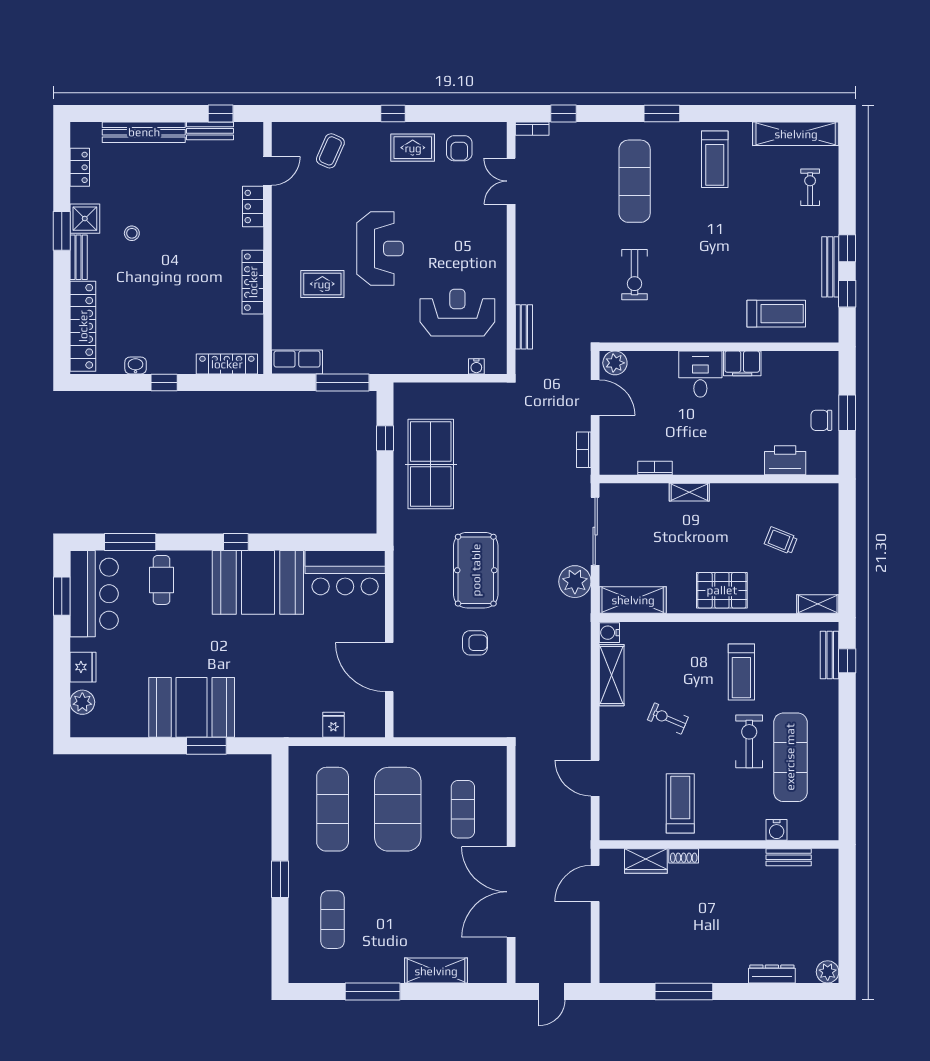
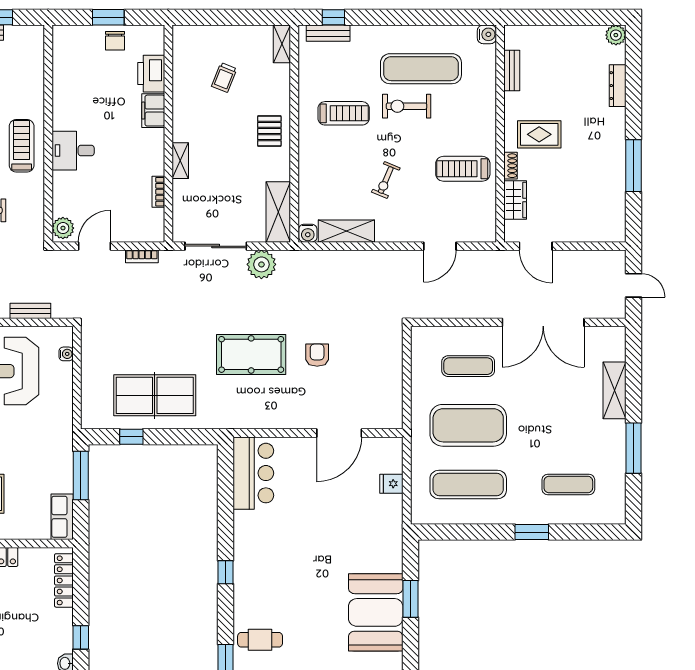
treadmill: (776, 314) -> (22, 146), moved
filing cabinet: (742, 363) -> (153, 111), moved, turned 180
booth: (258, 582) -> (262, 552), removed
pallet: (722, 590) -> (269, 131), width x0.67, depth x0.71
water cooler: (777, 830) -> (487, 34), moved
rug: (718, 888) -> (539, 134), added

